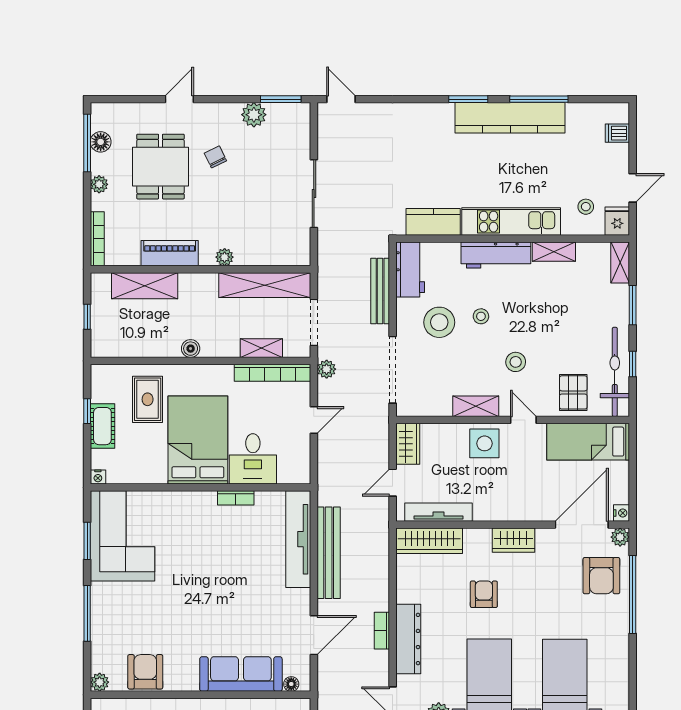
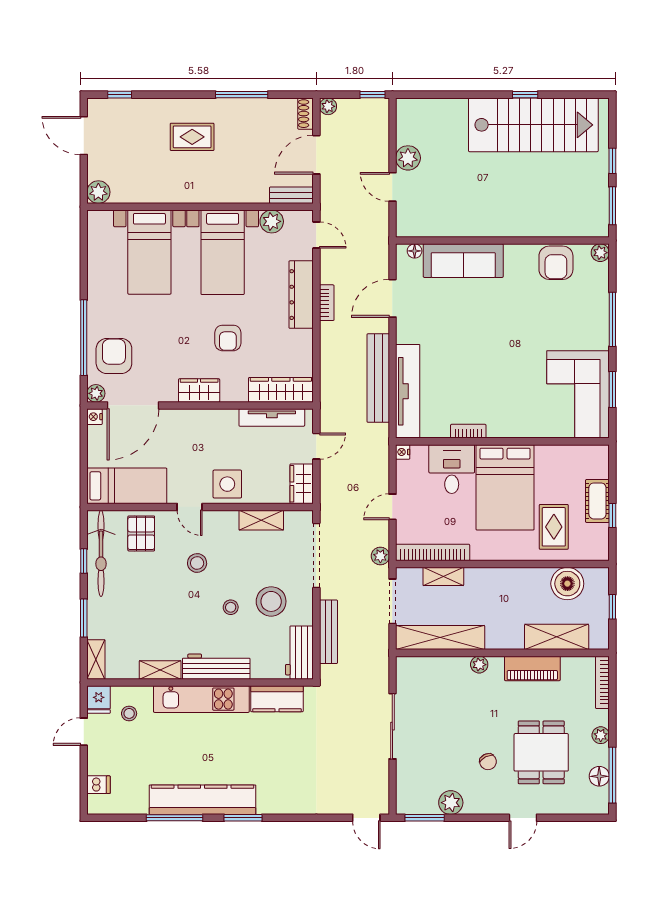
boiler: (191, 349) -> (567, 584), moved, width x1.86, depth x1.86
shelving: (476, 406) -> (261, 520), moved
nightstand: (98, 477) -> (403, 452), moved, turned -90

